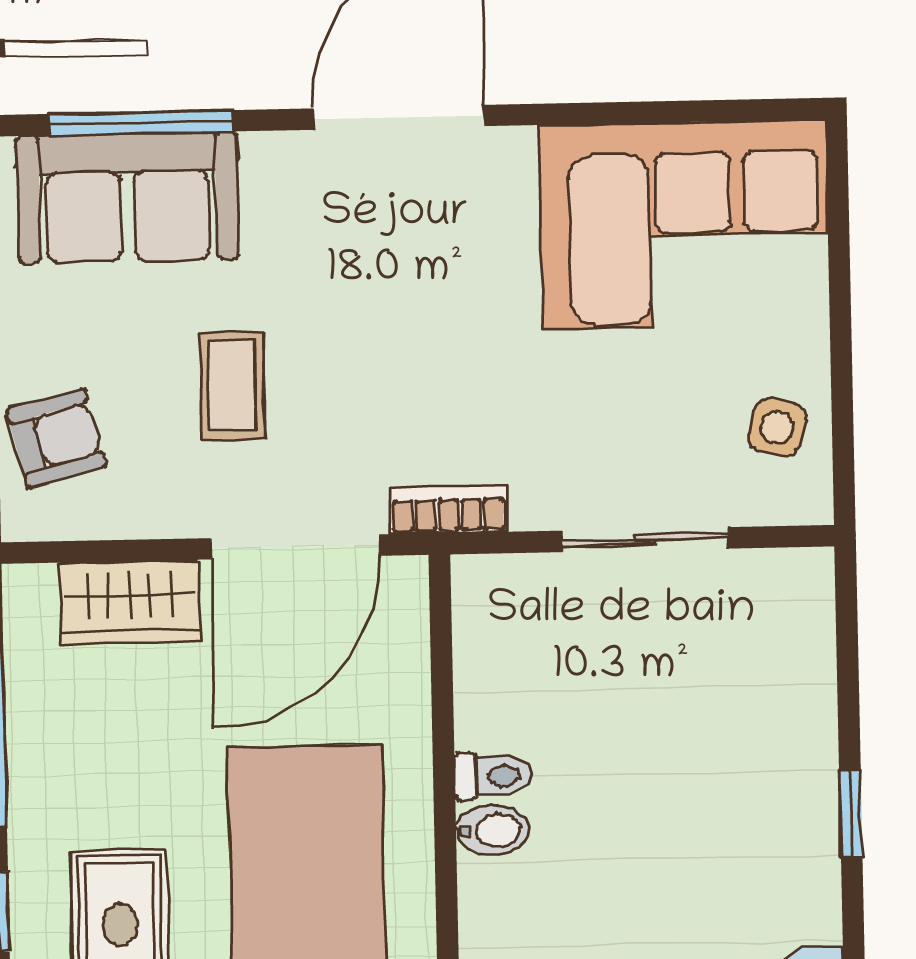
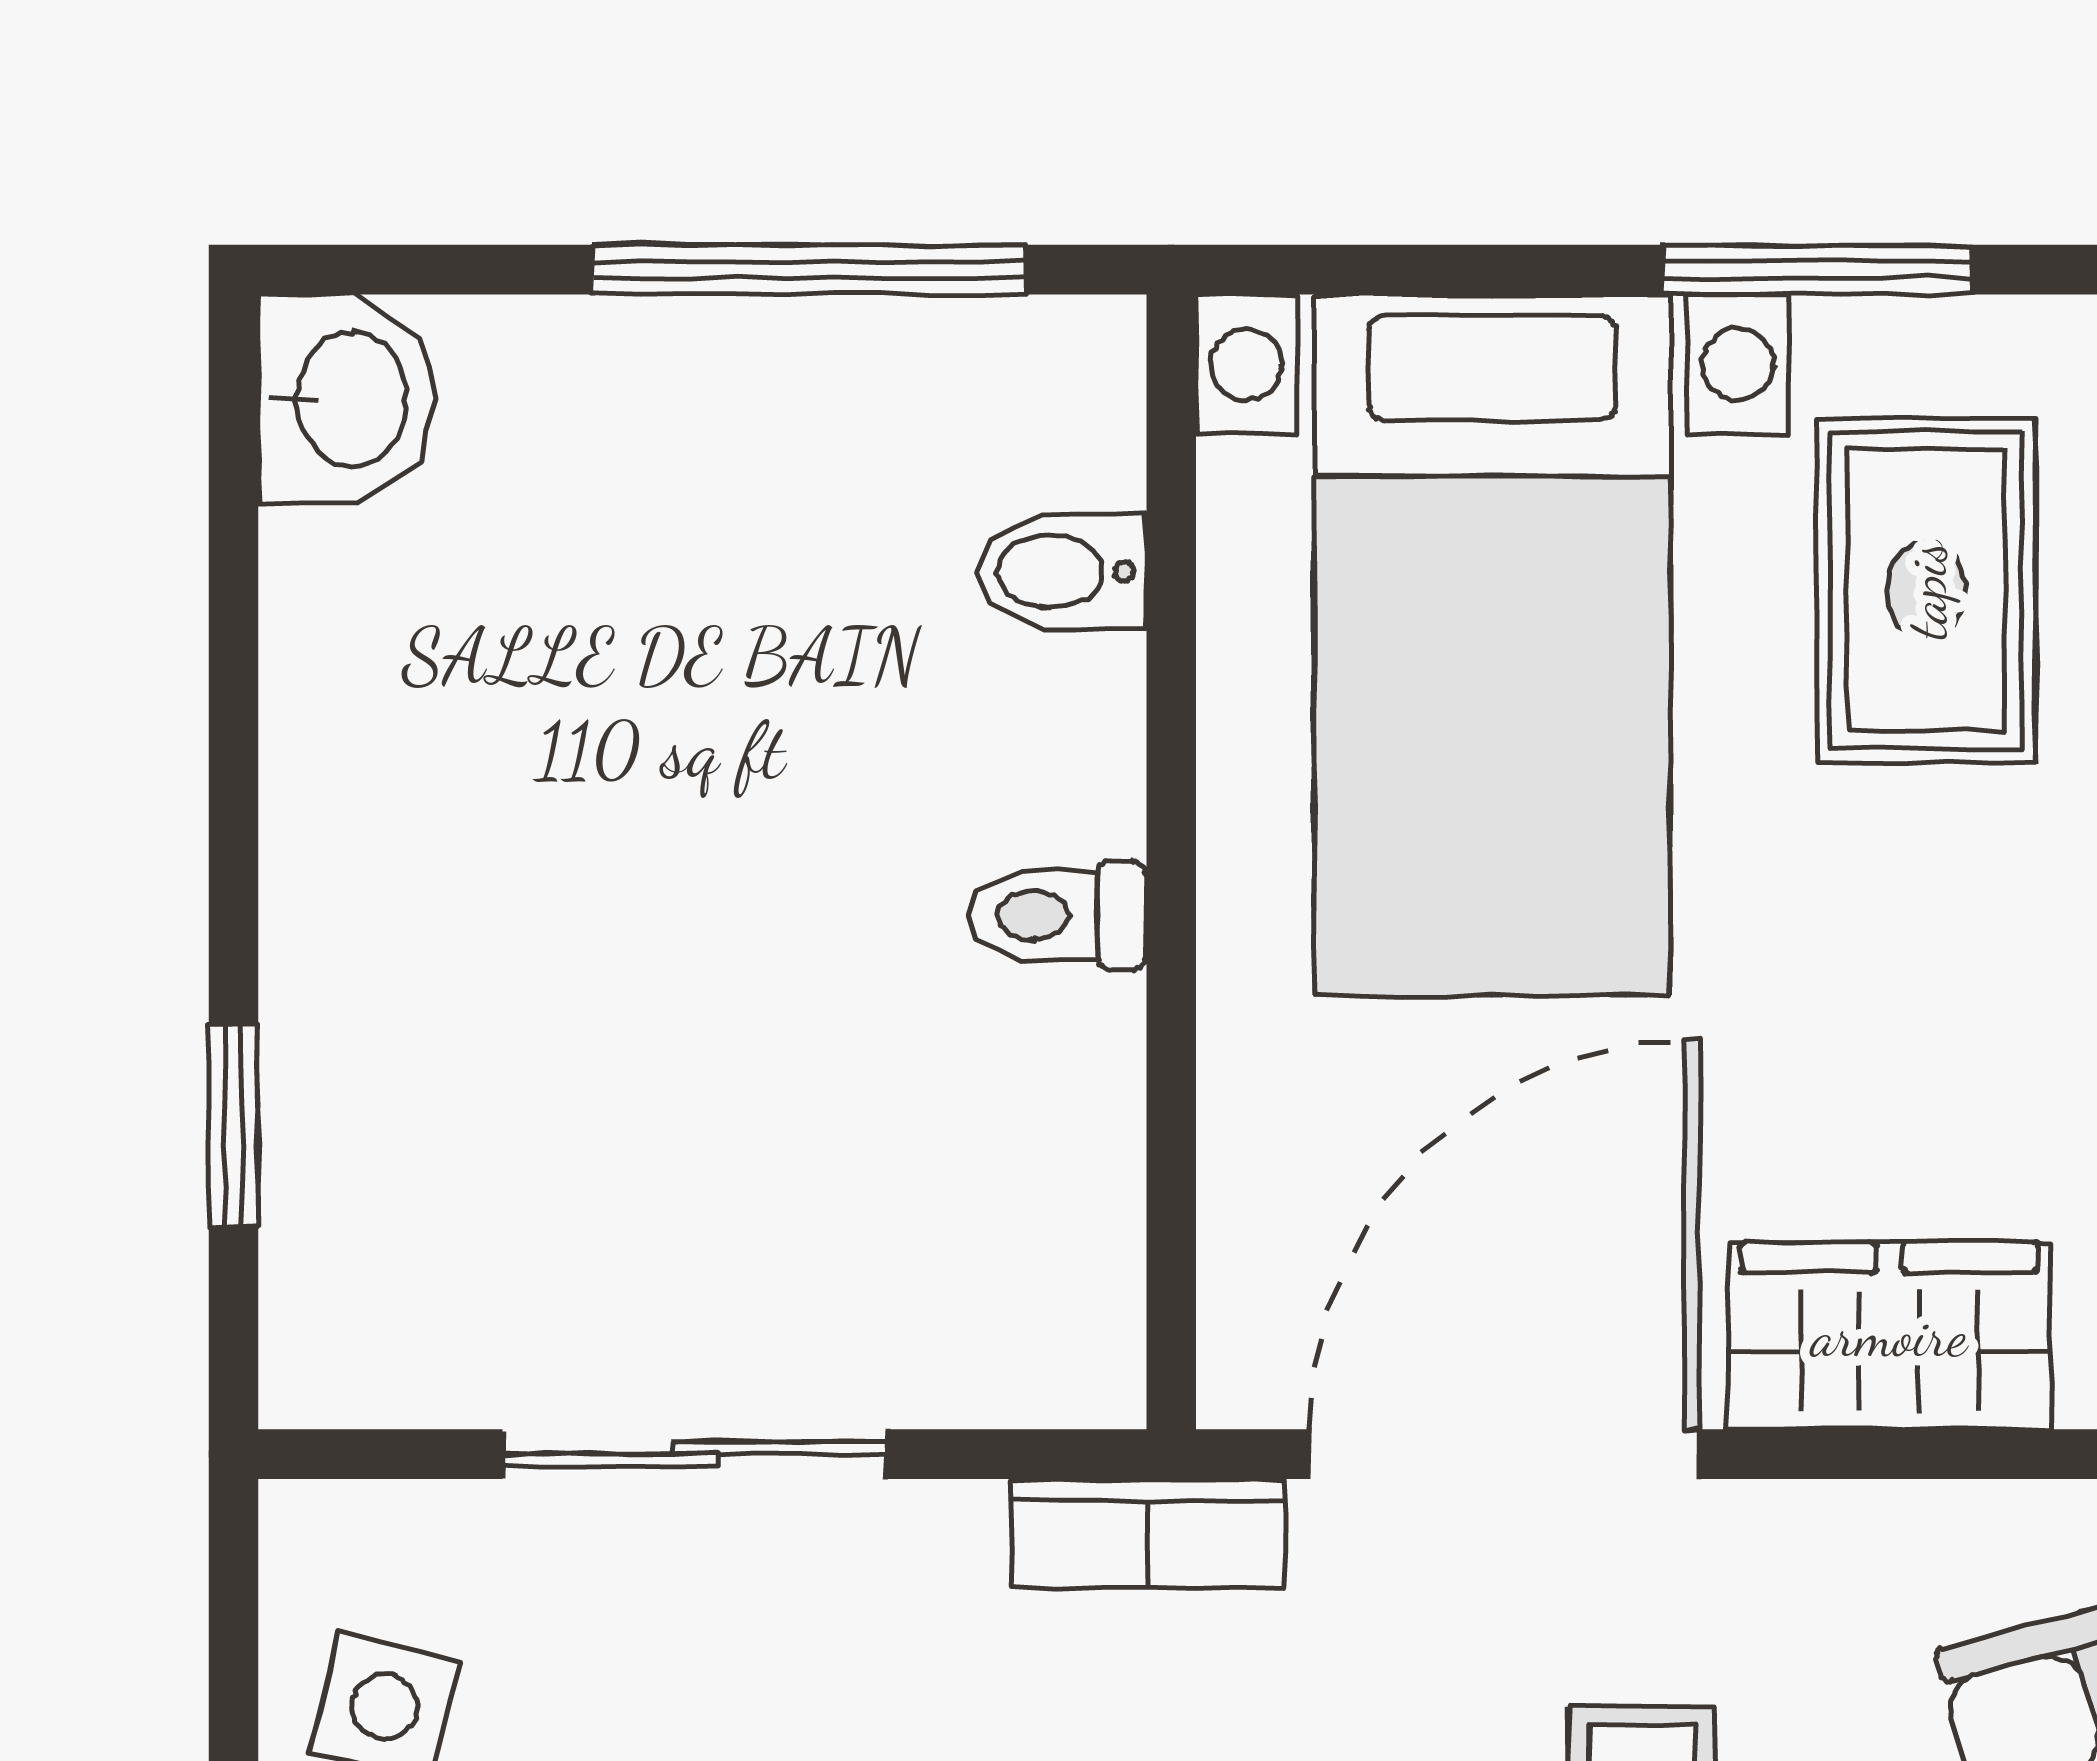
window: (851, 814) -> (233, 1125), moved
bidet: (492, 830) -> (1062, 572), moved

